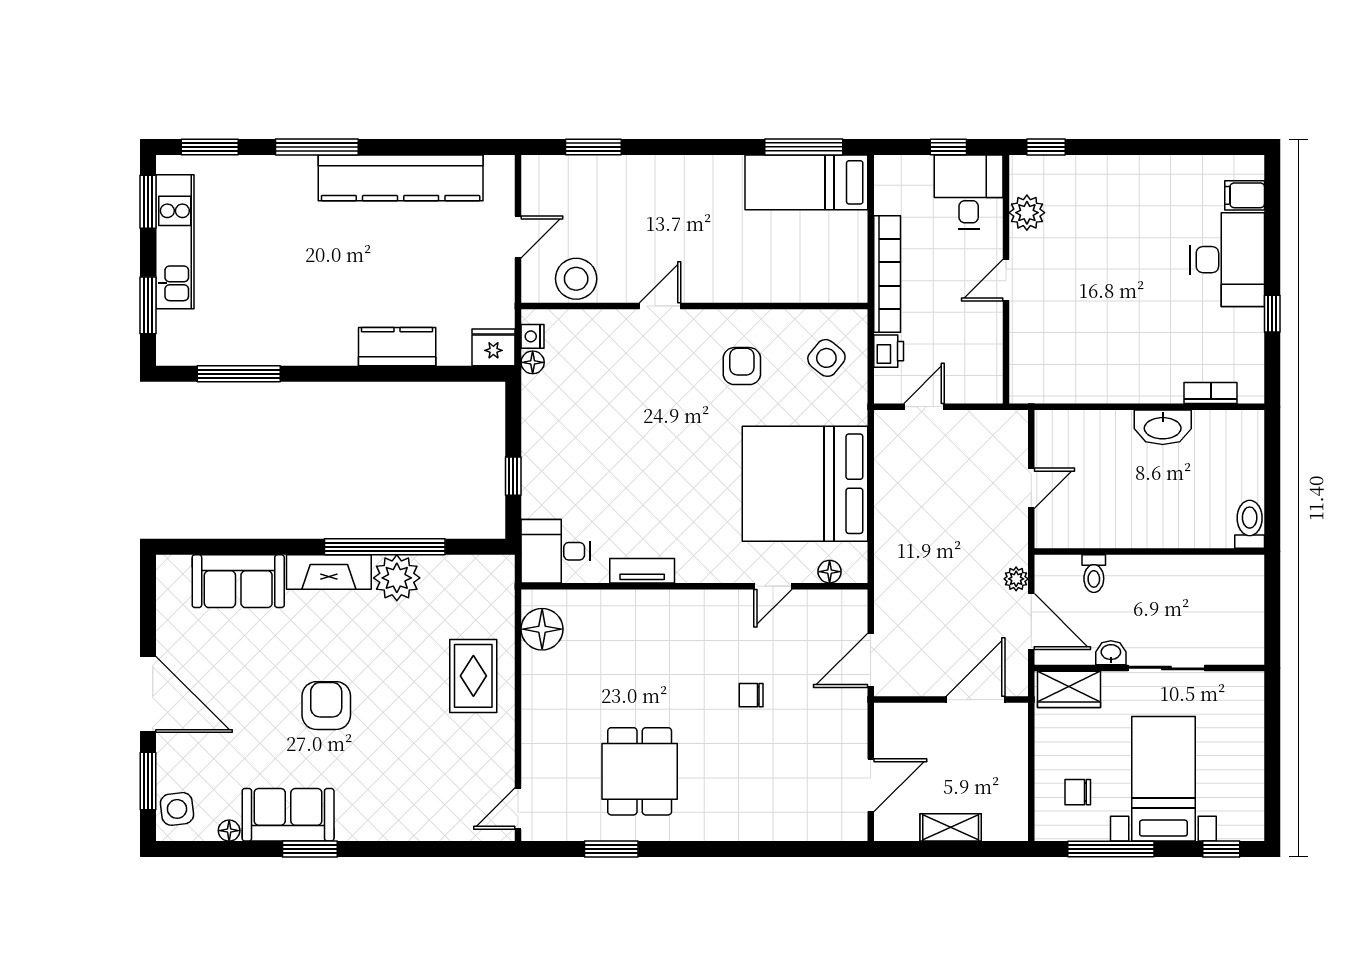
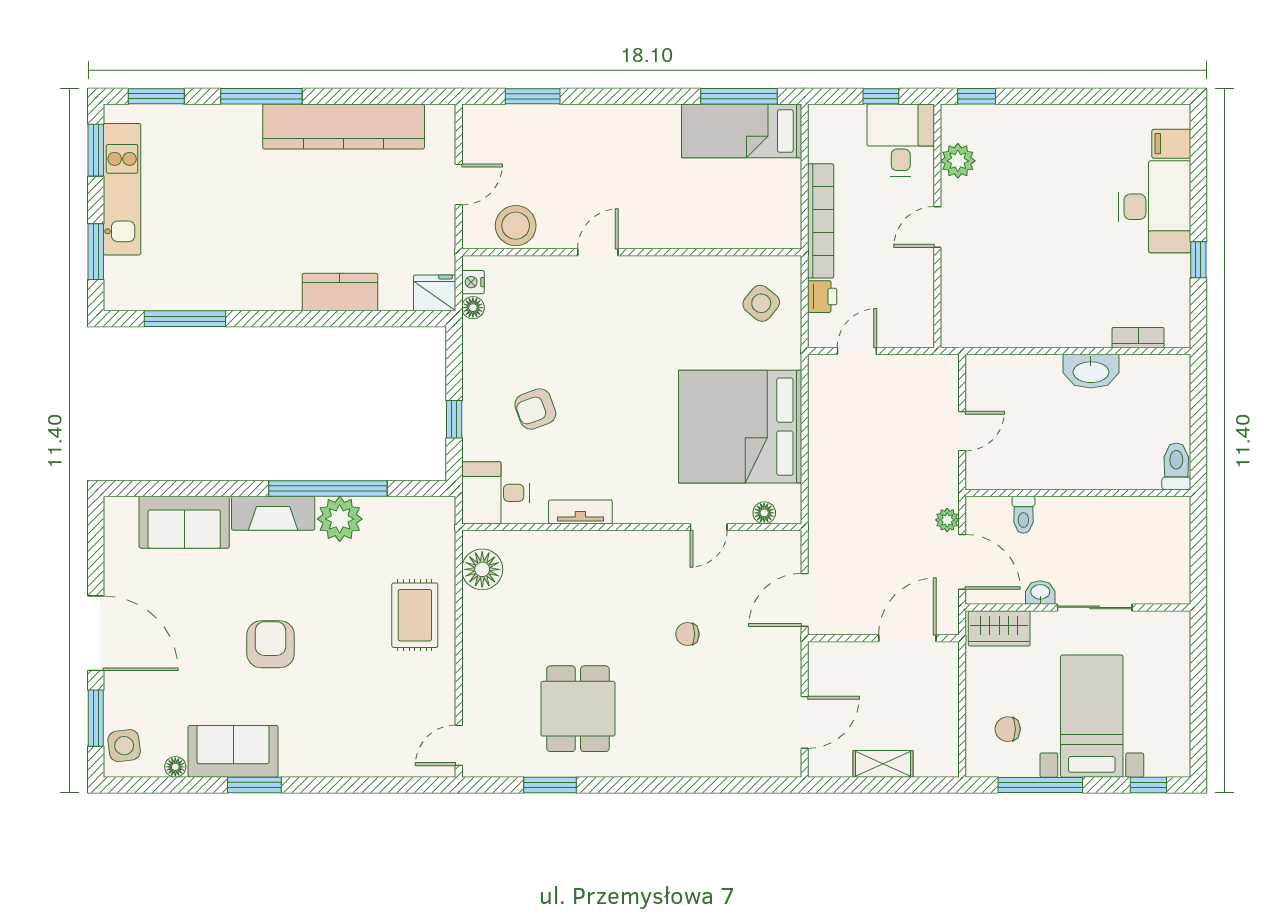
armchair: (742, 366) -> (535, 409), moved, turned -110

